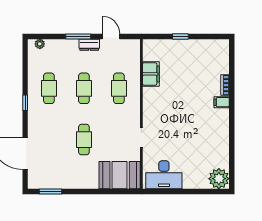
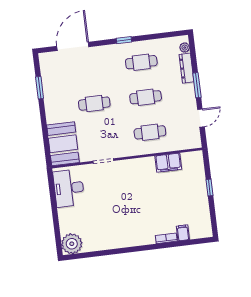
dresser: (89, 45) -> (186, 68), moved, width x1.44
filing cabinet: (222, 102) -> (183, 233), moved
window: (51, 191) -> (40, 88), moved

